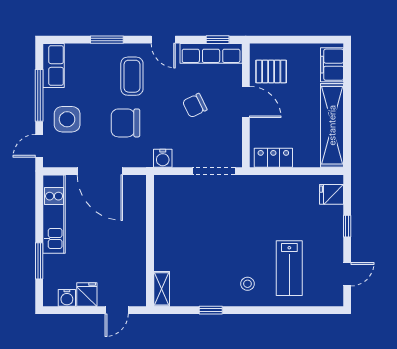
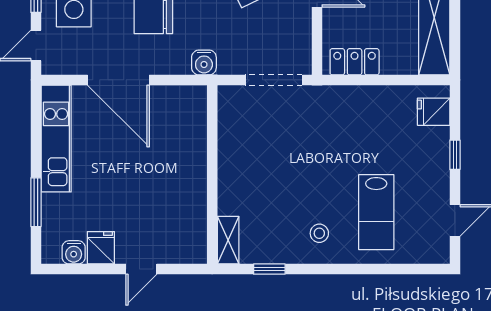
wall: (150, 241) -> (212, 175), moved
shelving: (162, 289) -> (228, 240), moved

